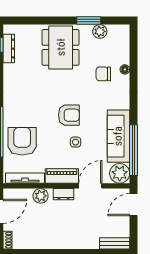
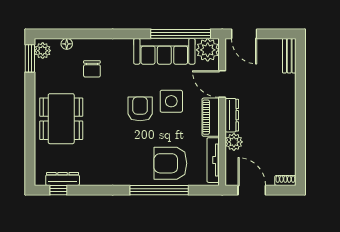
window: (89, 21) -> (30, 58), moved
plant: (100, 31) -> (43, 51), moved
dining table: (61, 47) -> (61, 119), turned 90
floor lamp: (125, 69) -> (67, 44), moved
side table: (76, 142) -> (171, 101), width x1.87, depth x1.87
dresser: (64, 194) -> (232, 115), width x1.44

